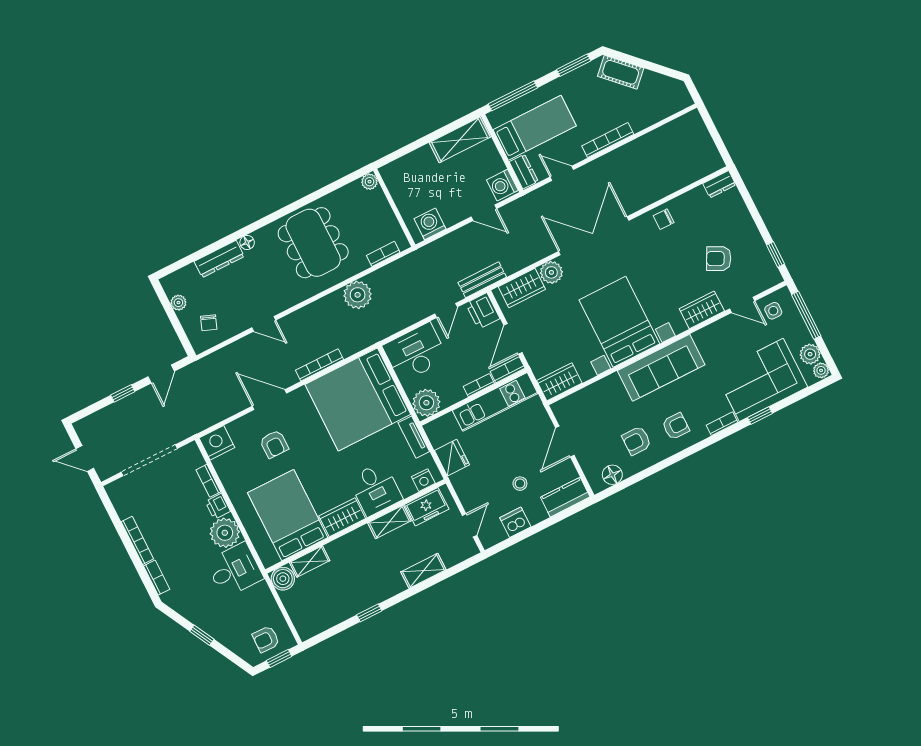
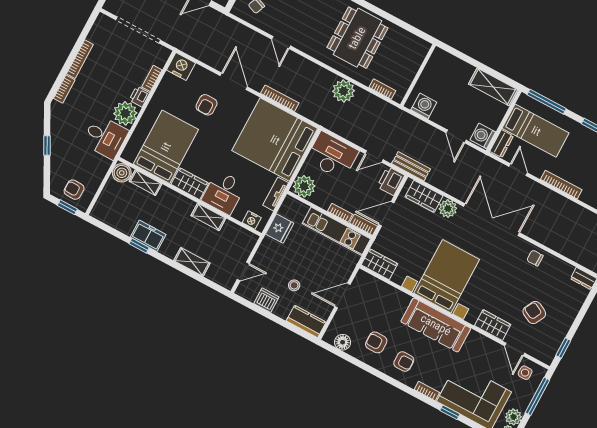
plant: (369, 182) -> (424, 47), removed
freezer: (427, 507) -> (148, 236), moved, turned 180

